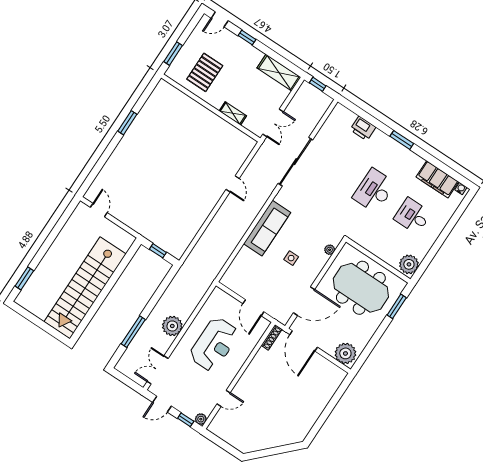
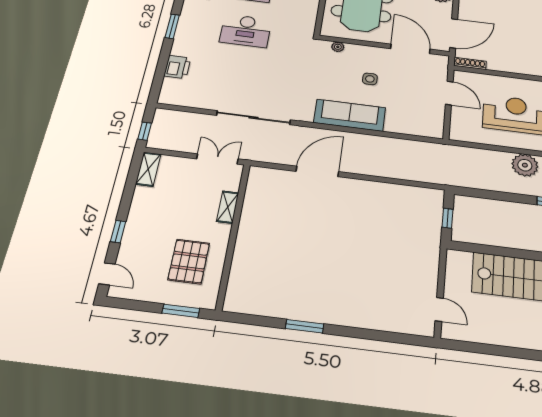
pallet: (205, 72) -> (189, 261), turned 90
shelving: (279, 73) -> (148, 169), width x0.67, depth x0.75
door: (233, 184) -> (317, 171), width x1.87
door: (99, 210) -> (439, 309), swing flipped
door: (253, 308) -> (449, 93), hinge flipped

